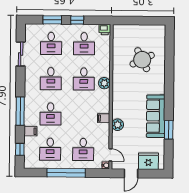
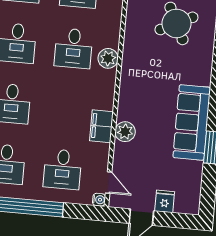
filing cabinet: (104, 118) -> (101, 126), width x2.00
fridge: (148, 161) -> (165, 201), width x0.53, depth x0.75

